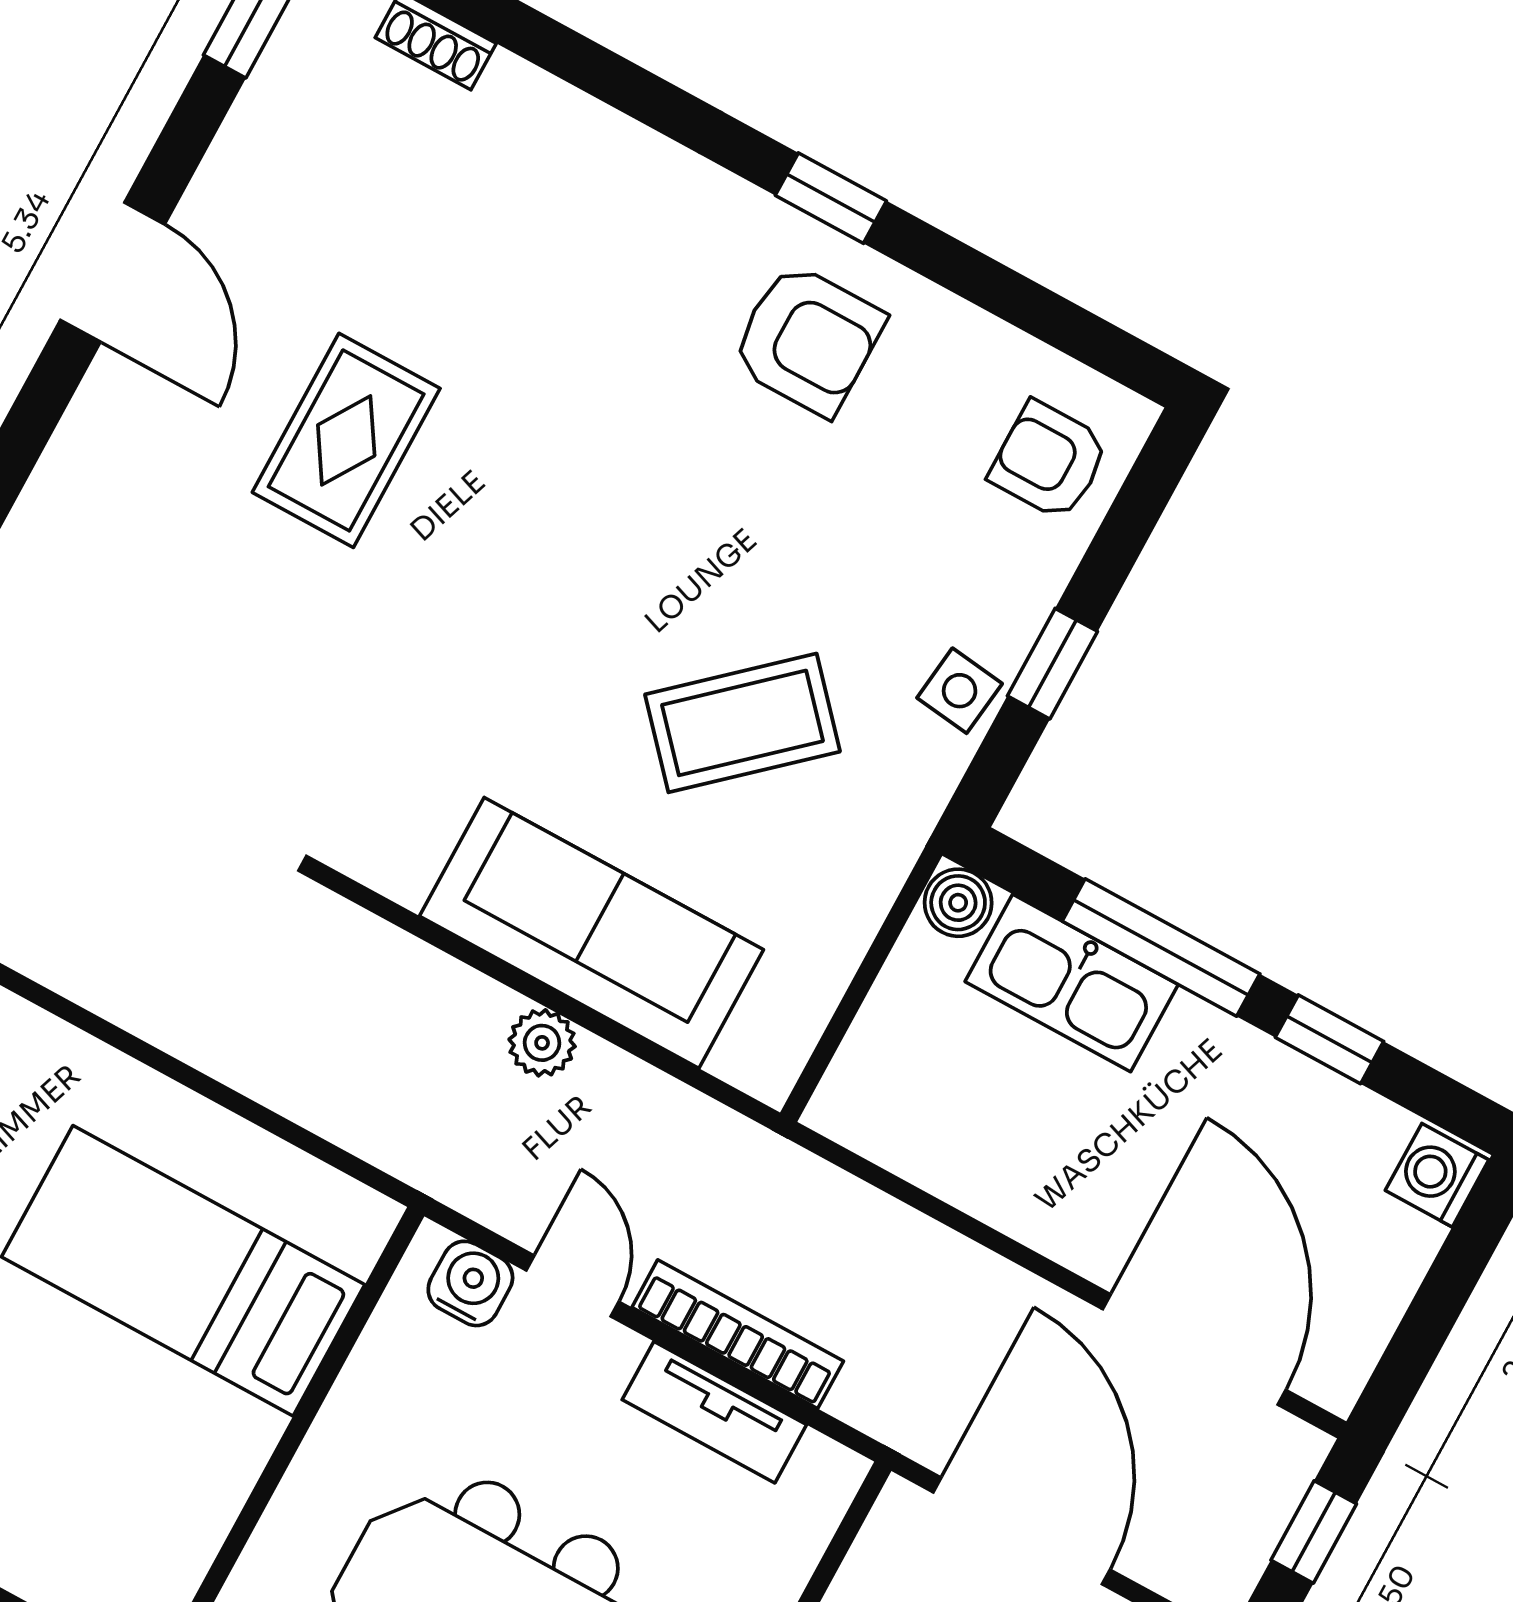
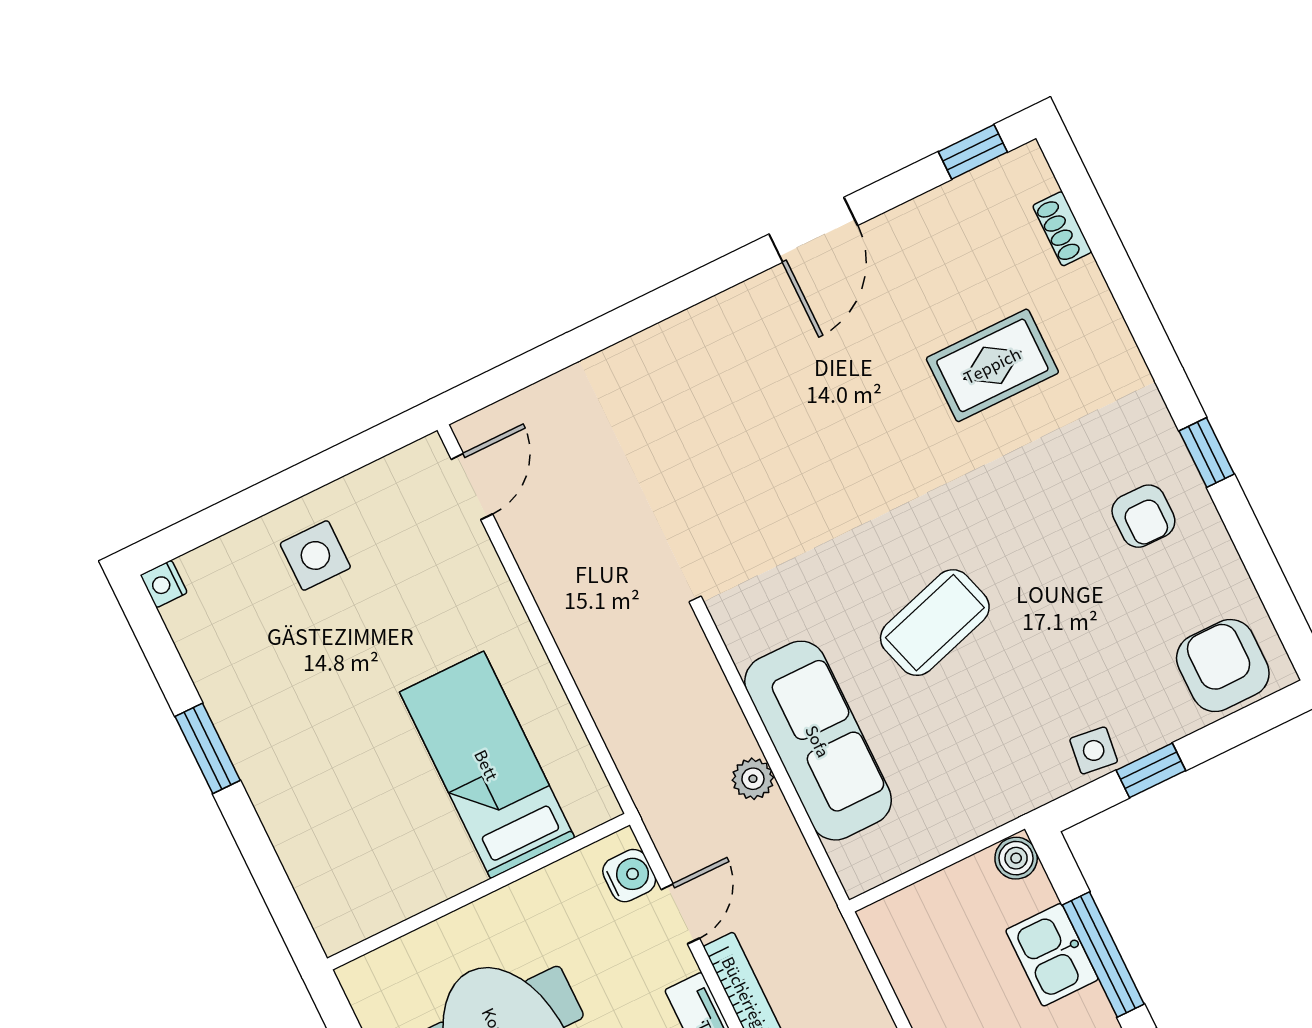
armchair: (807, 339) -> (1143, 516), width x0.72, depth x0.72
rug: (346, 440) -> (992, 365), moved
armchair: (1049, 461) -> (1223, 666), width x1.38, depth x1.38
coffee table: (742, 723) -> (935, 623), moved, turned -65
kitchen sink: (1072, 983) -> (1052, 955), width x0.73

